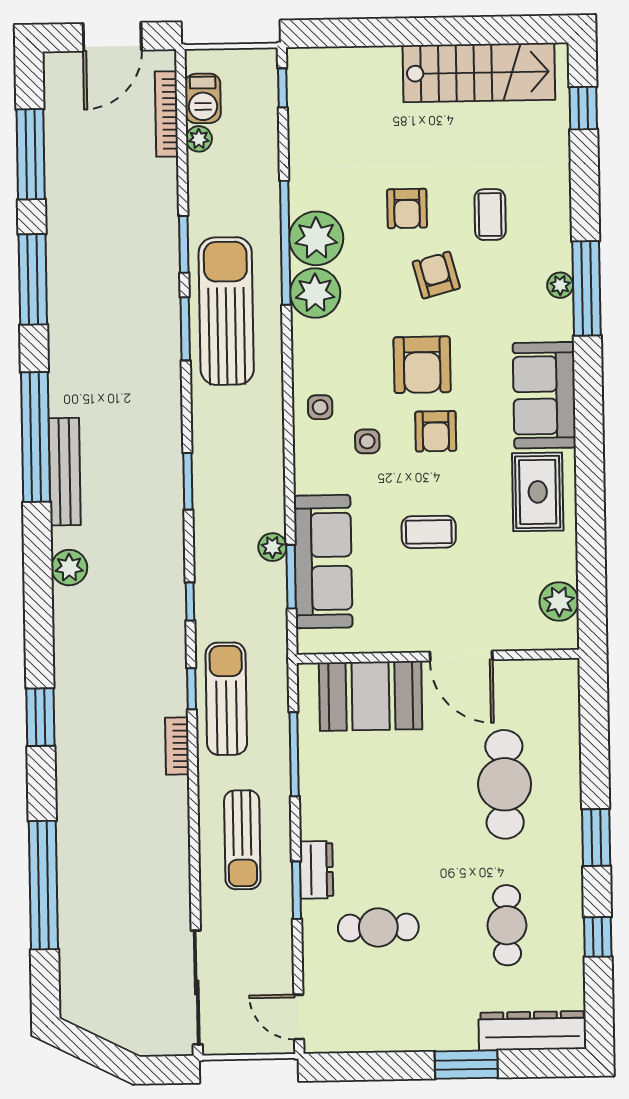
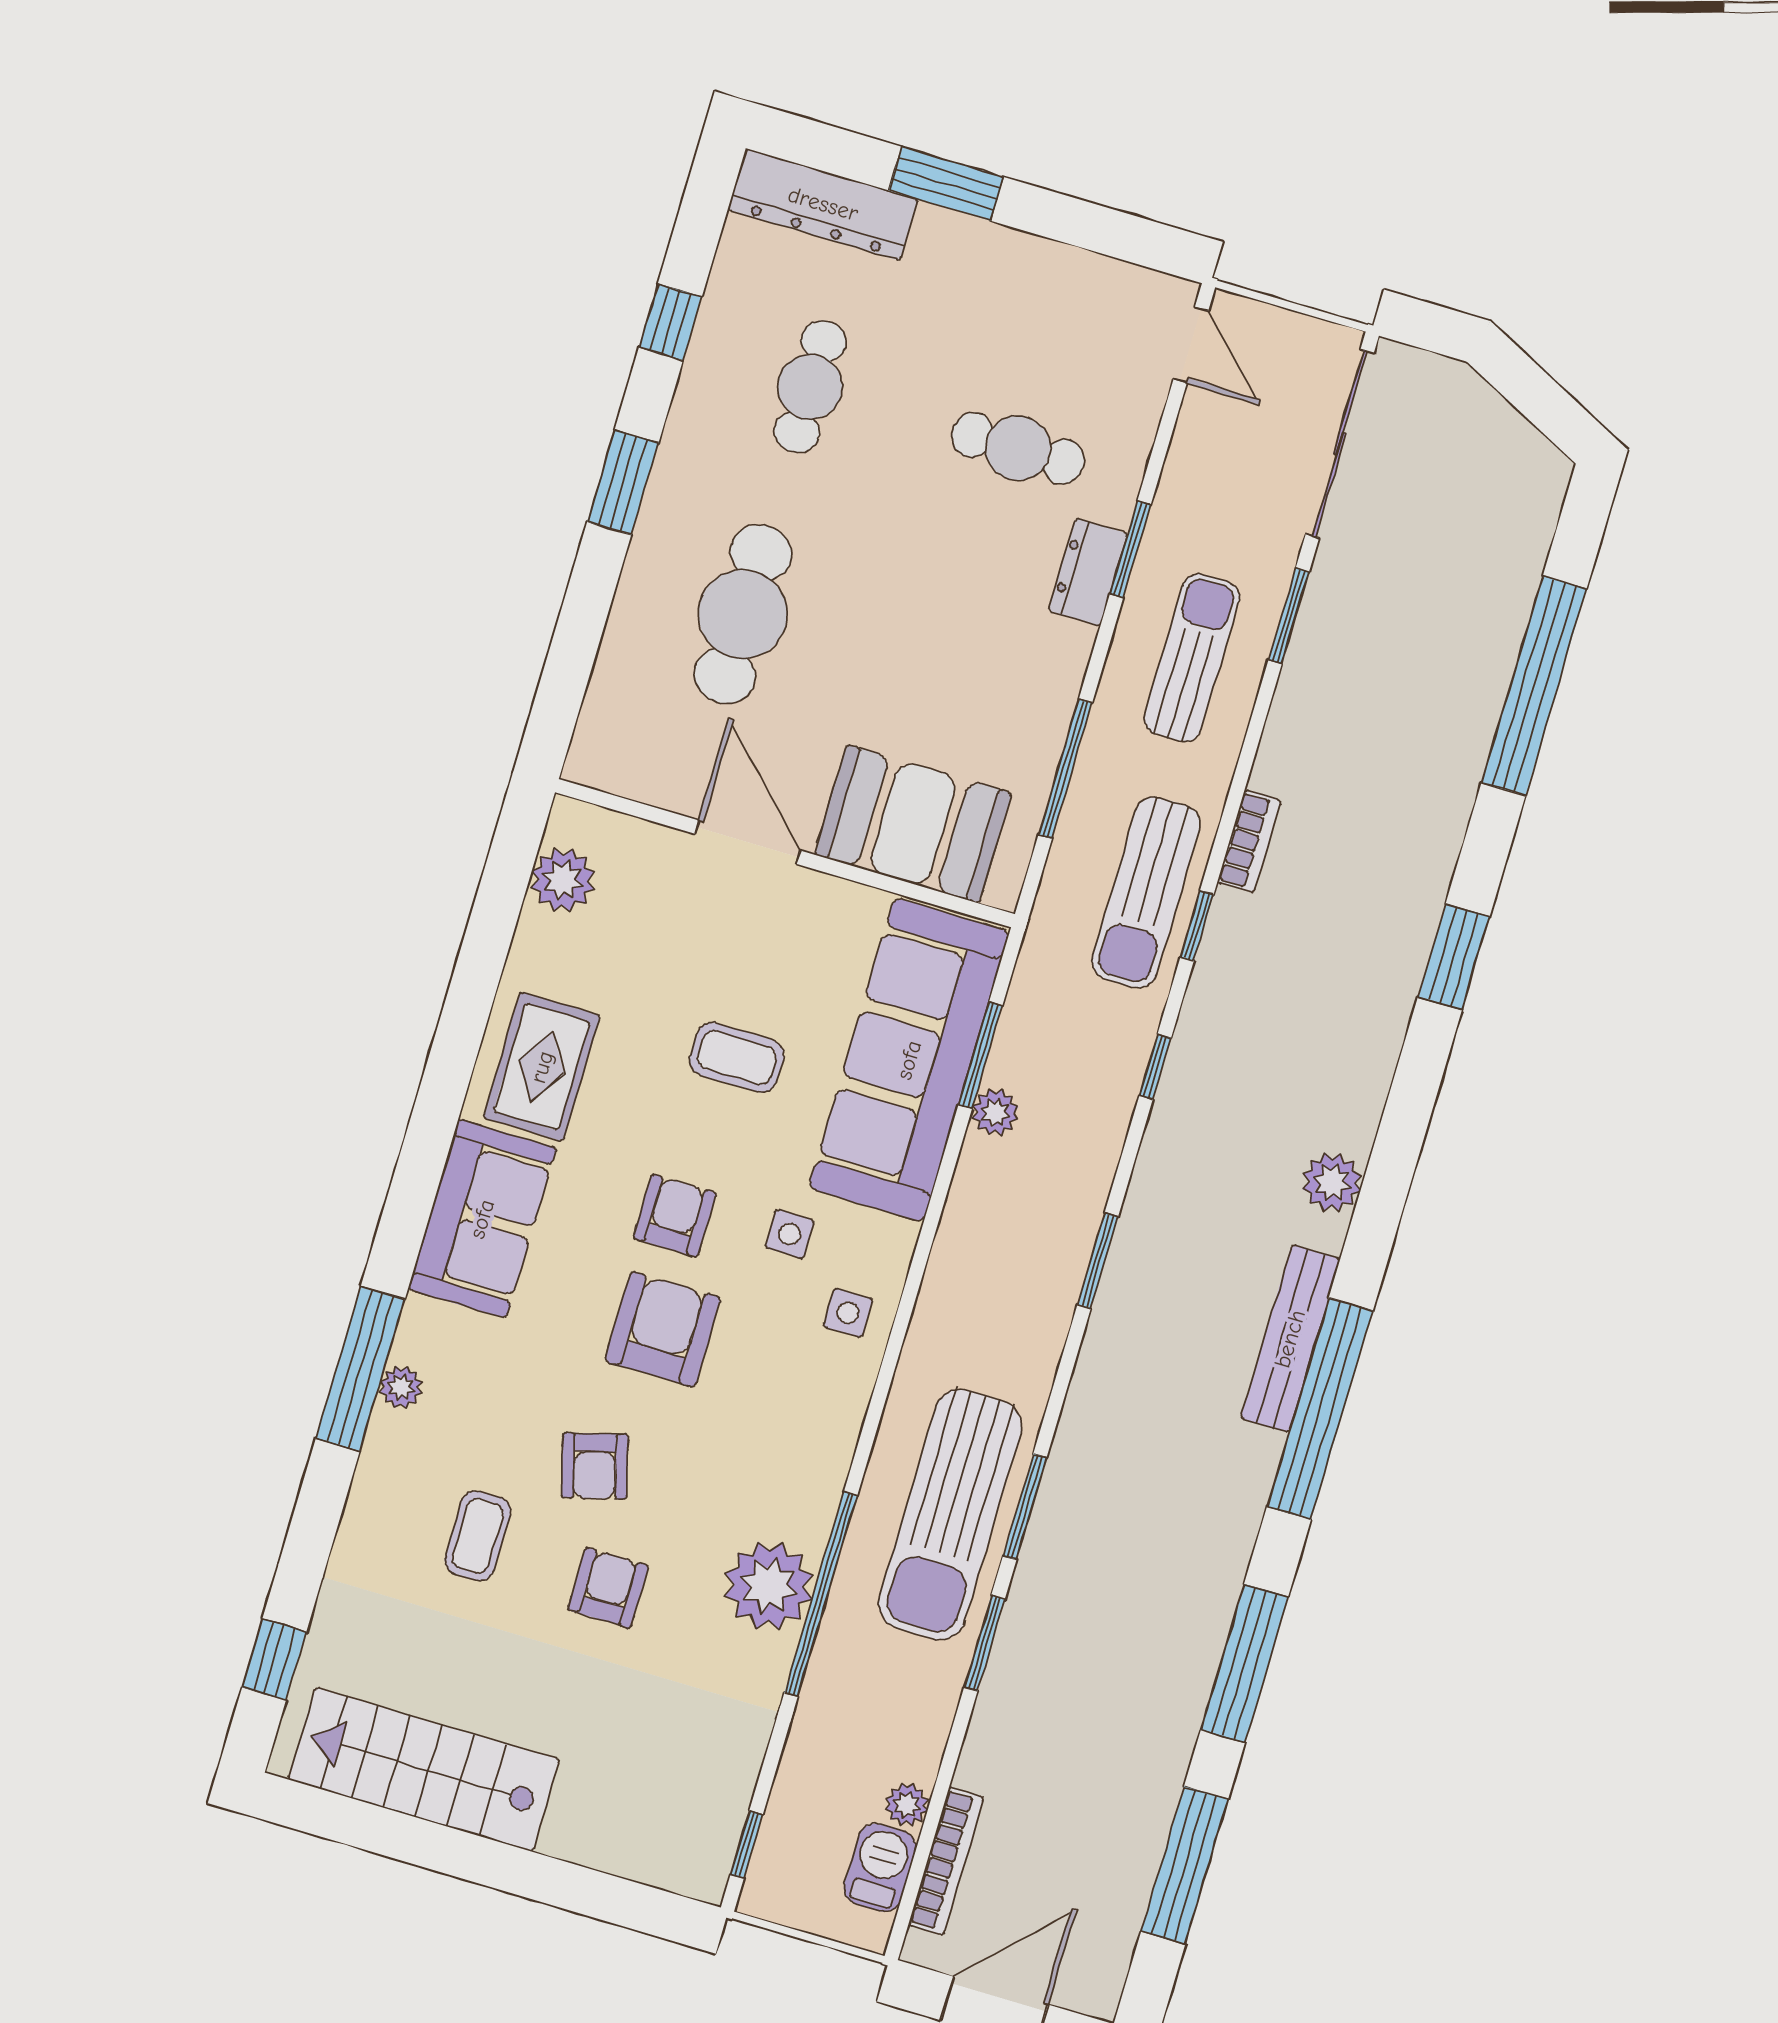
plant: (315, 293) -> (798, 1498), removed
sofa: (323, 562) -> (909, 1060), width x1.36, depth x1.27
window: (195, 881) -> (1289, 616), added

